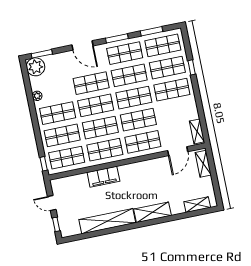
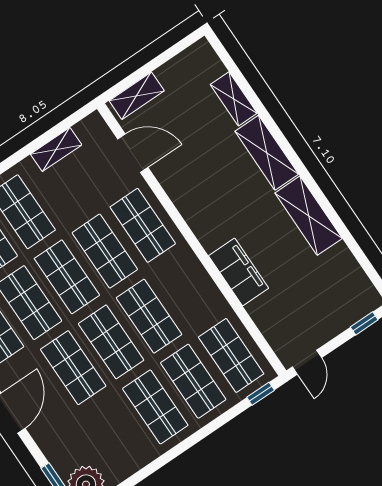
plant: (37, 96) -> (139, 459), removed
shelving: (197, 131) -> (56, 150), moved
shop shelf: (105, 150) -> (187, 290), removed
door: (52, 203) -> (307, 362), moved
shelving: (197, 205) -> (234, 99), moved
shelving: (107, 221) -> (309, 216), width x0.68

